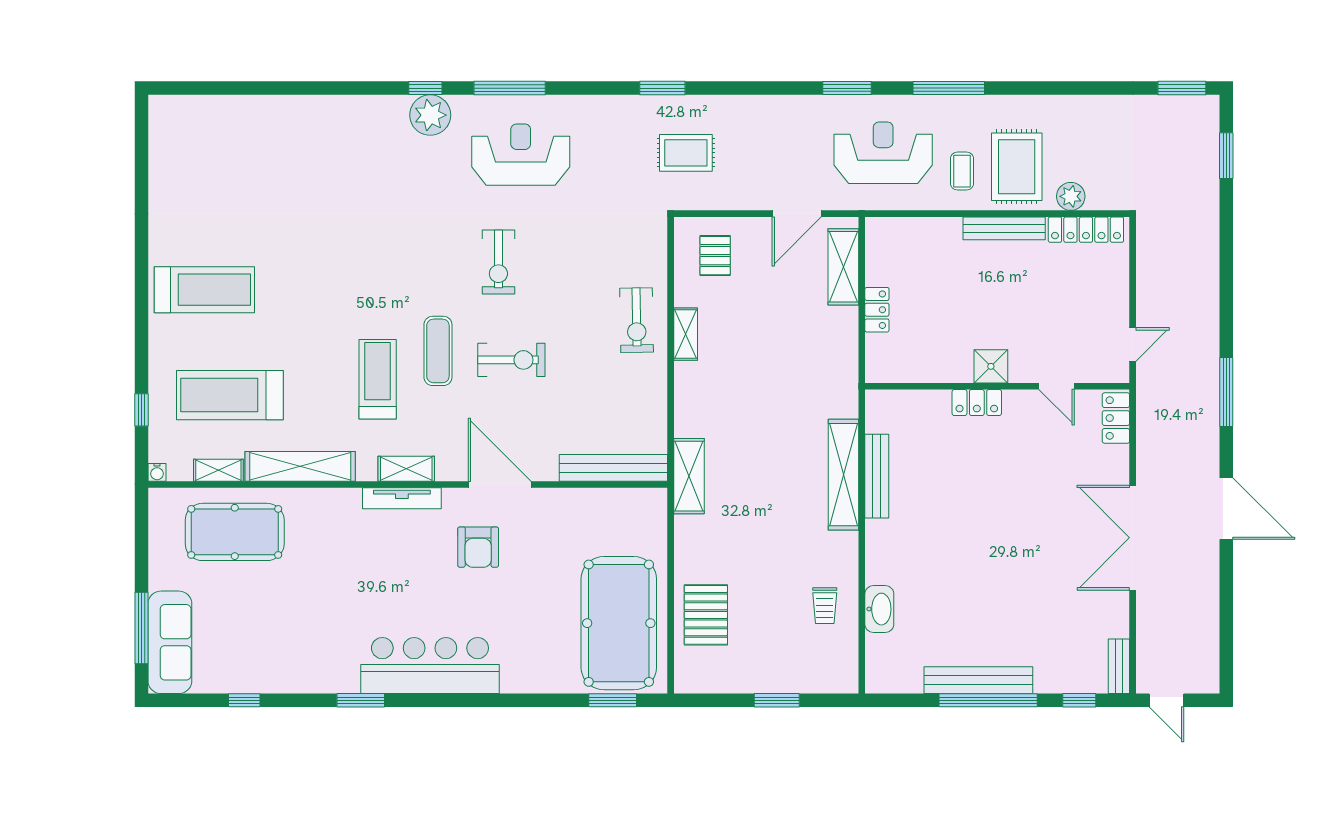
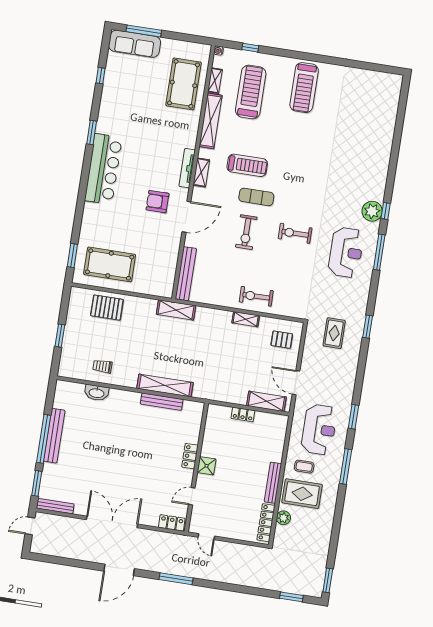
pool table: (619, 623) -> (110, 264), width x0.73, depth x0.76
bench: (1119, 666) -> (55, 506), width x1.36
window: (1079, 700) -> (37, 483), width x1.50

